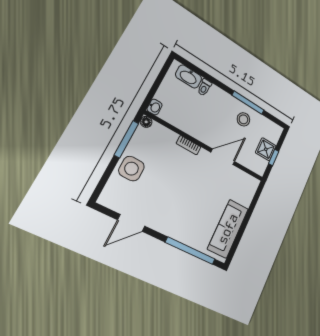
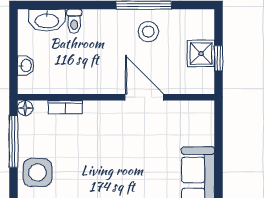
washbasin: (155, 107) -> (26, 66), moved
bookcase: (189, 145) -> (65, 107), moved
door: (223, 157) -> (144, 97), hinge flipped

